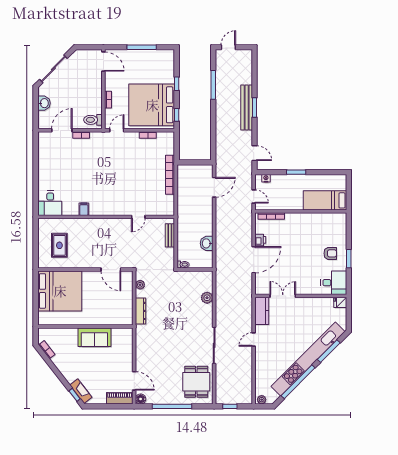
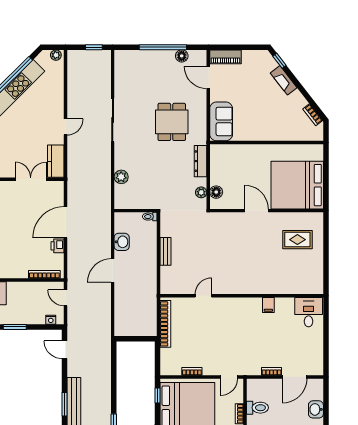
toilet: (93, 120) -> (257, 408), moved
door: (214, 187) -> (113, 271), moved
desk: (50, 203) -> (309, 312), moved
filing cabinet: (84, 209) -> (268, 305), moved
wall: (106, 217) -> (242, 296), moved
door: (138, 217) -> (203, 296), moved
rug: (59, 245) -> (297, 240), turned 90
door: (111, 270) -> (256, 211), moved
floor lamp: (127, 285) -> (216, 192), added
double door: (283, 296) -> (31, 179), swing flipped
sofa: (94, 337) -> (221, 121), moved, turned 90
dining table: (196, 382) -> (172, 122), moved
fireplace: (81, 391) -> (284, 80), moved
floor lamp: (141, 399) -> (182, 56), moved

